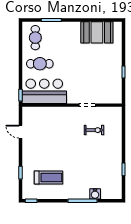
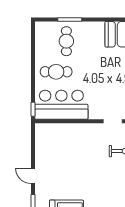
cafe table: (35, 38) -> (66, 41), moved
door: (21, 132) -> (33, 176), moved

